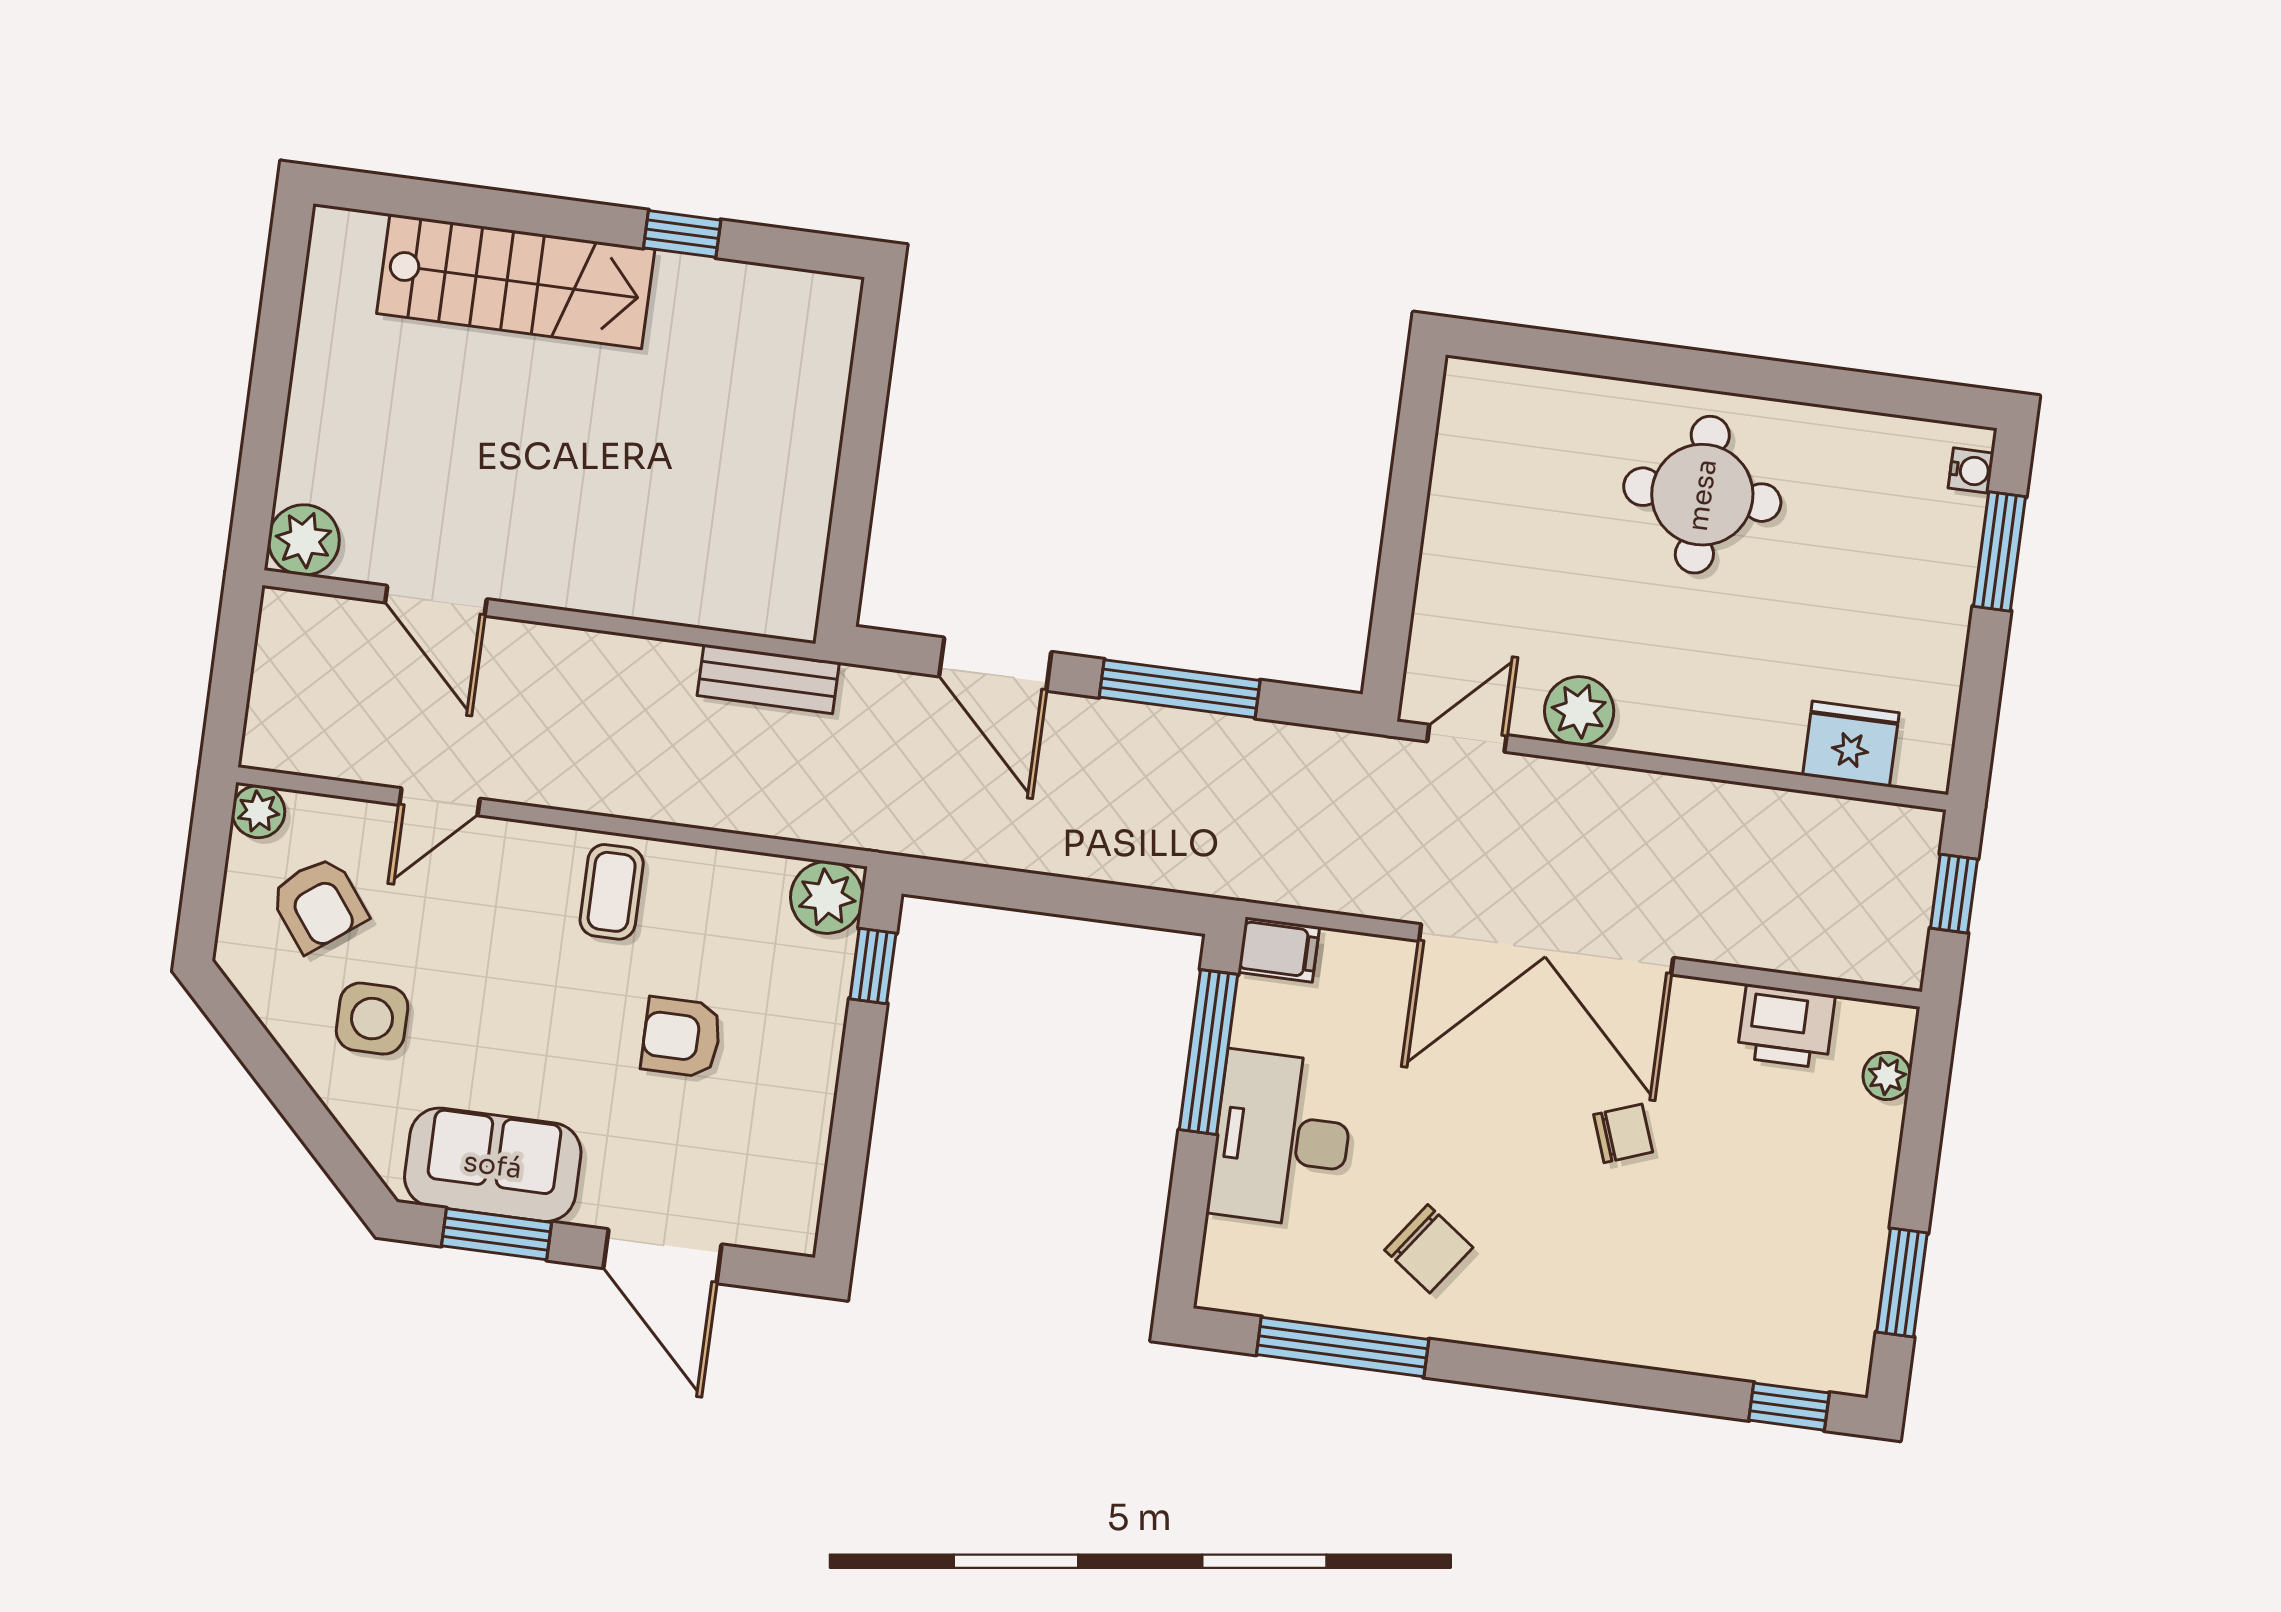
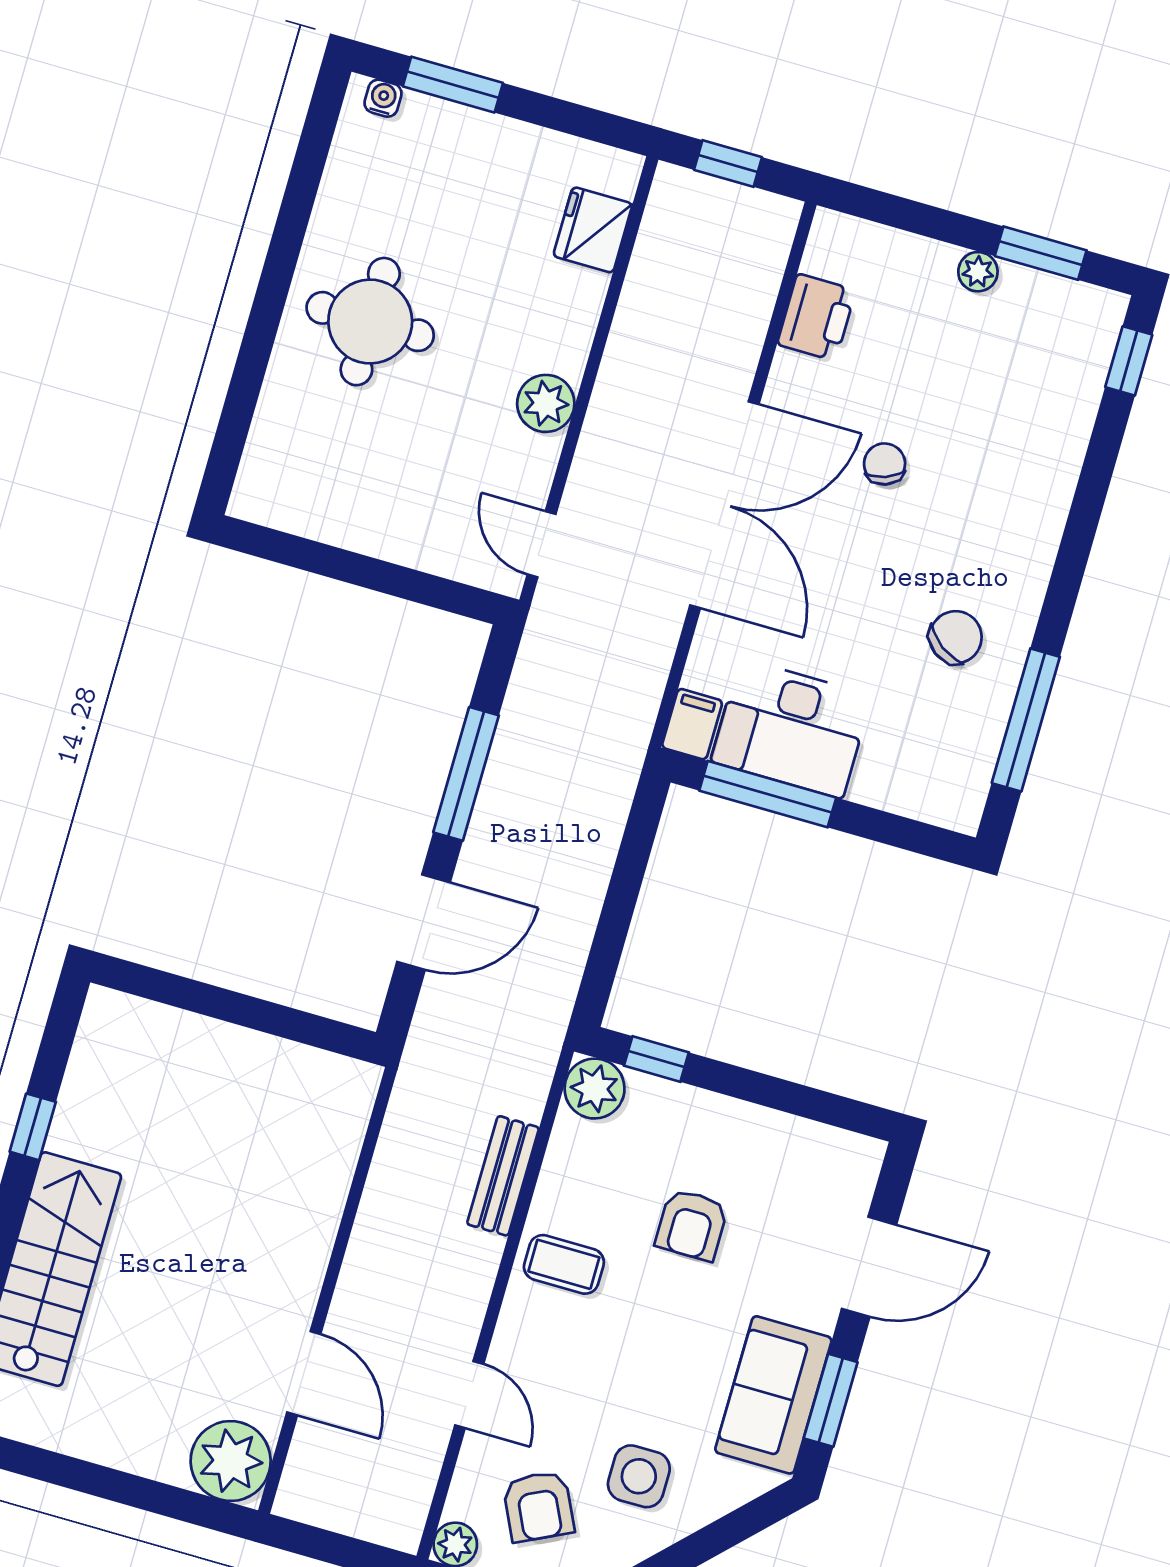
plant: (304, 540) -> (231, 1461), width x1.36, depth x1.36
door: (436, 601) -> (304, 1373), hinge flipped
bench: (768, 679) -> (503, 1176), moved
plant: (1579, 711) -> (546, 403), moved
armchair: (318, 904) -> (538, 1506), turned 101
plant: (1887, 1076) -> (978, 272), moved
desk: (1282, 1139) -> (791, 728), moved

